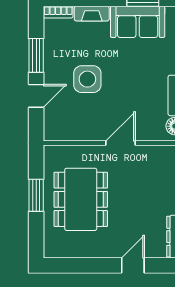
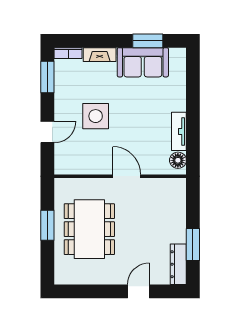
window: (36, 55) -> (47, 77), moved
door: (120, 143) -> (127, 176), hinge flipped

